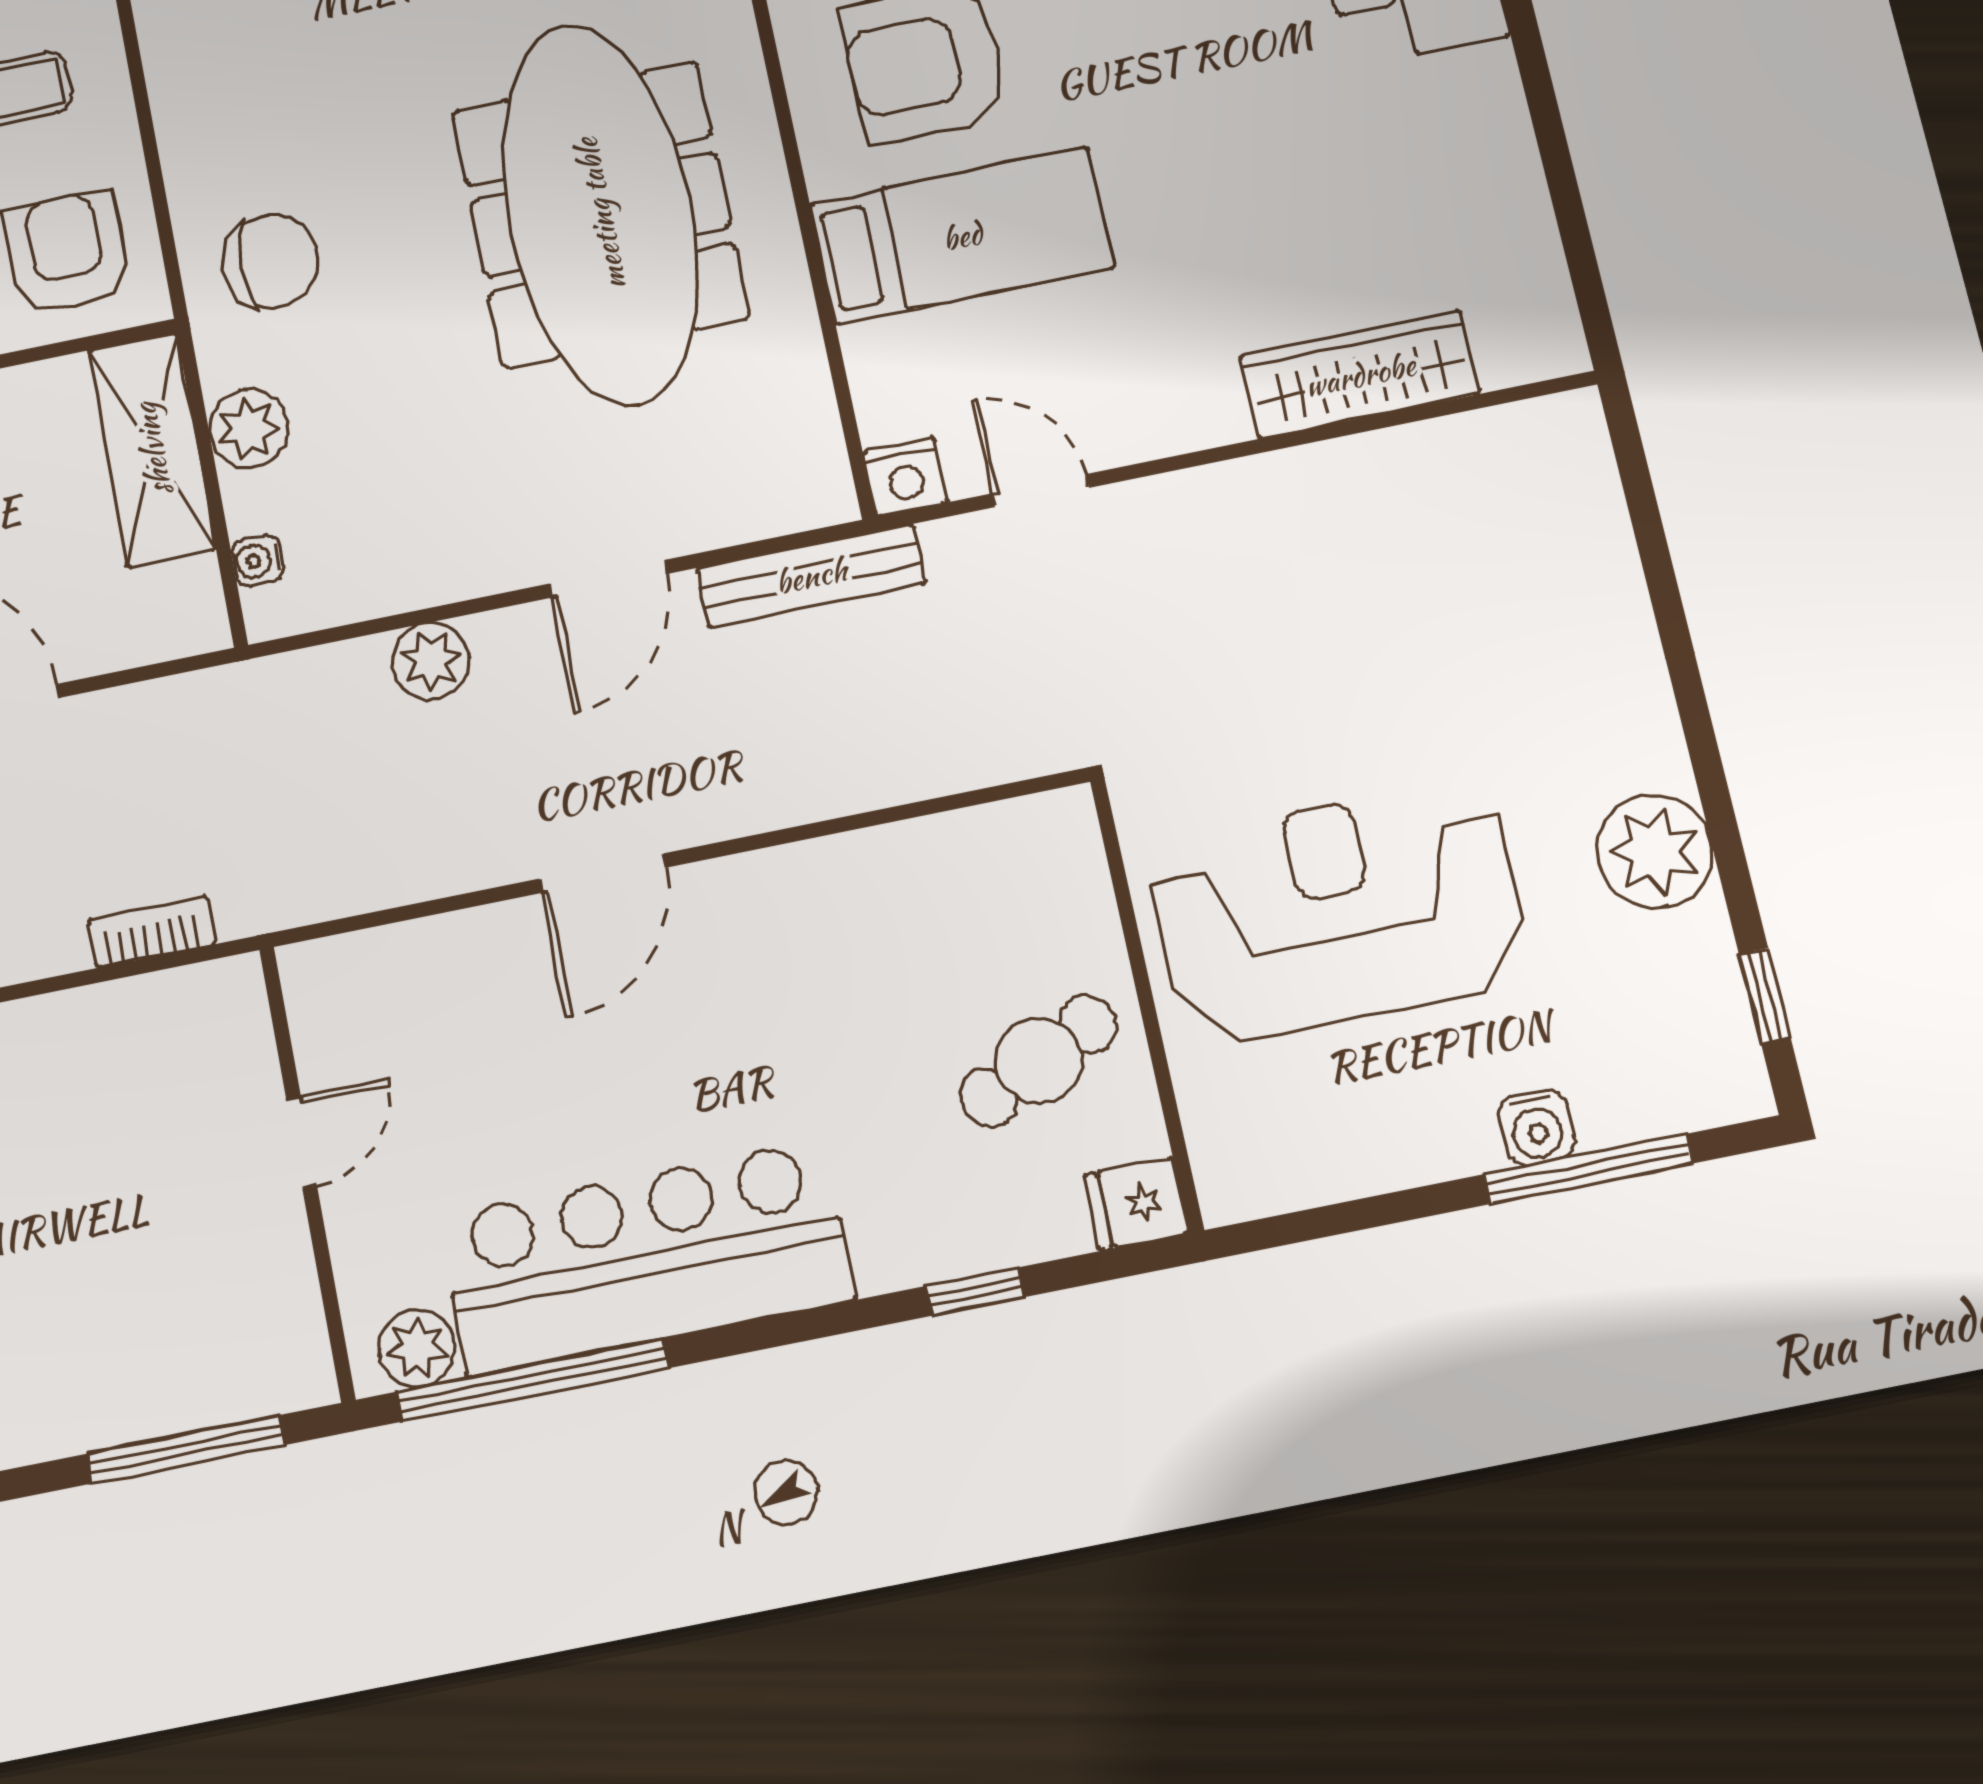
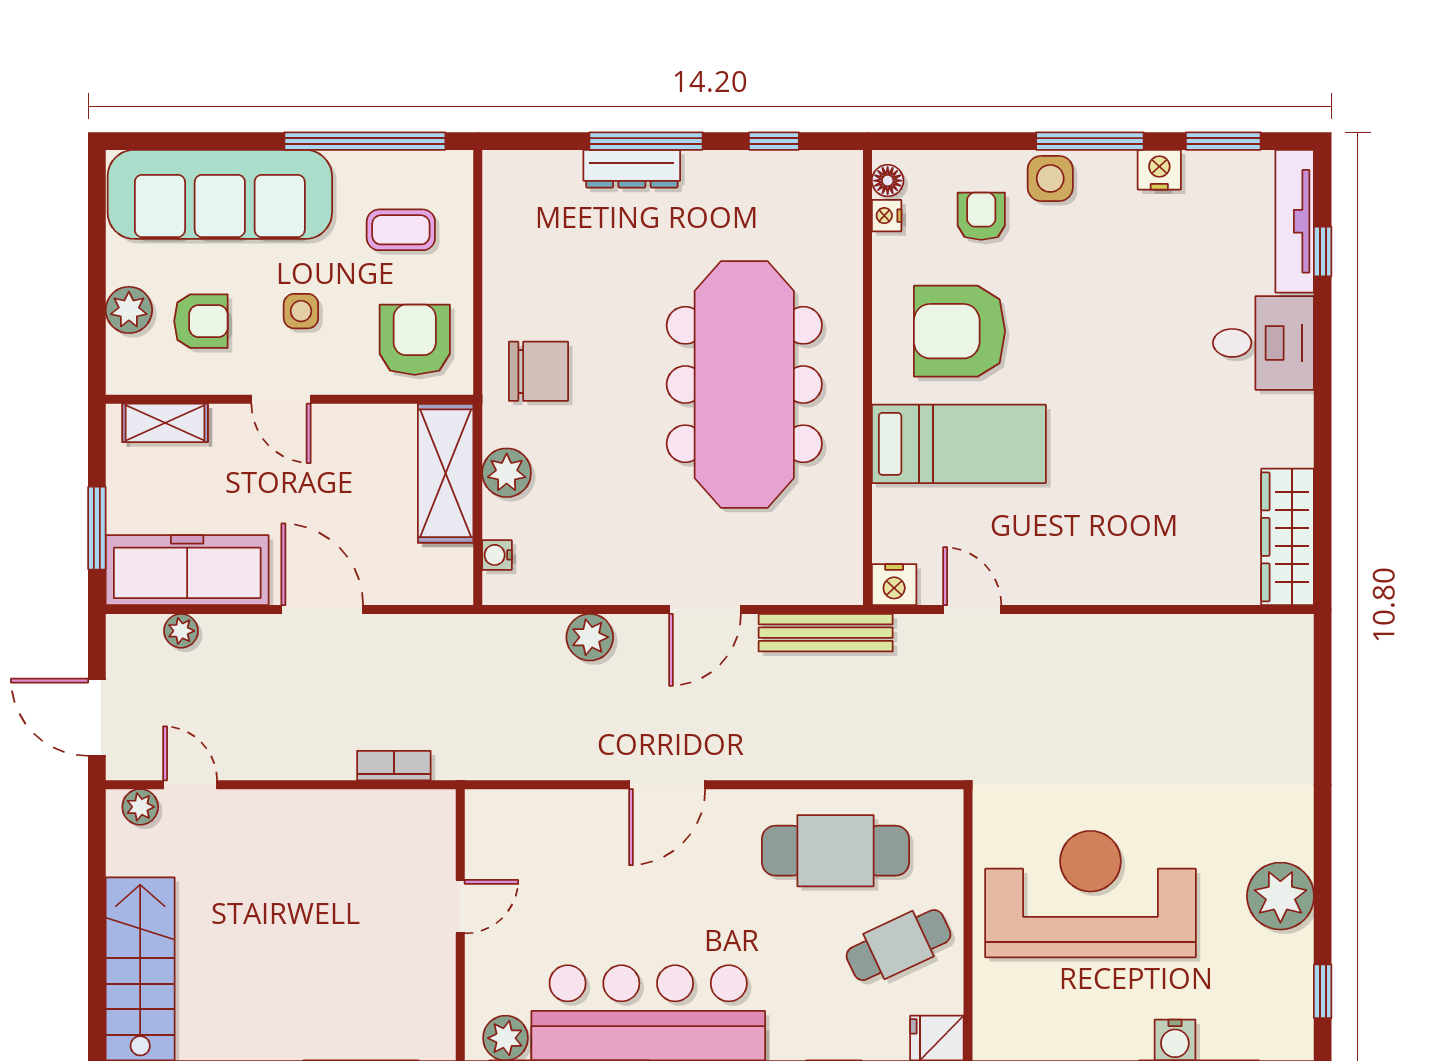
wardrobe: (1360, 375) -> (1288, 537), moved, turned -90
cafe table: (901, 925) -> (835, 851), added

